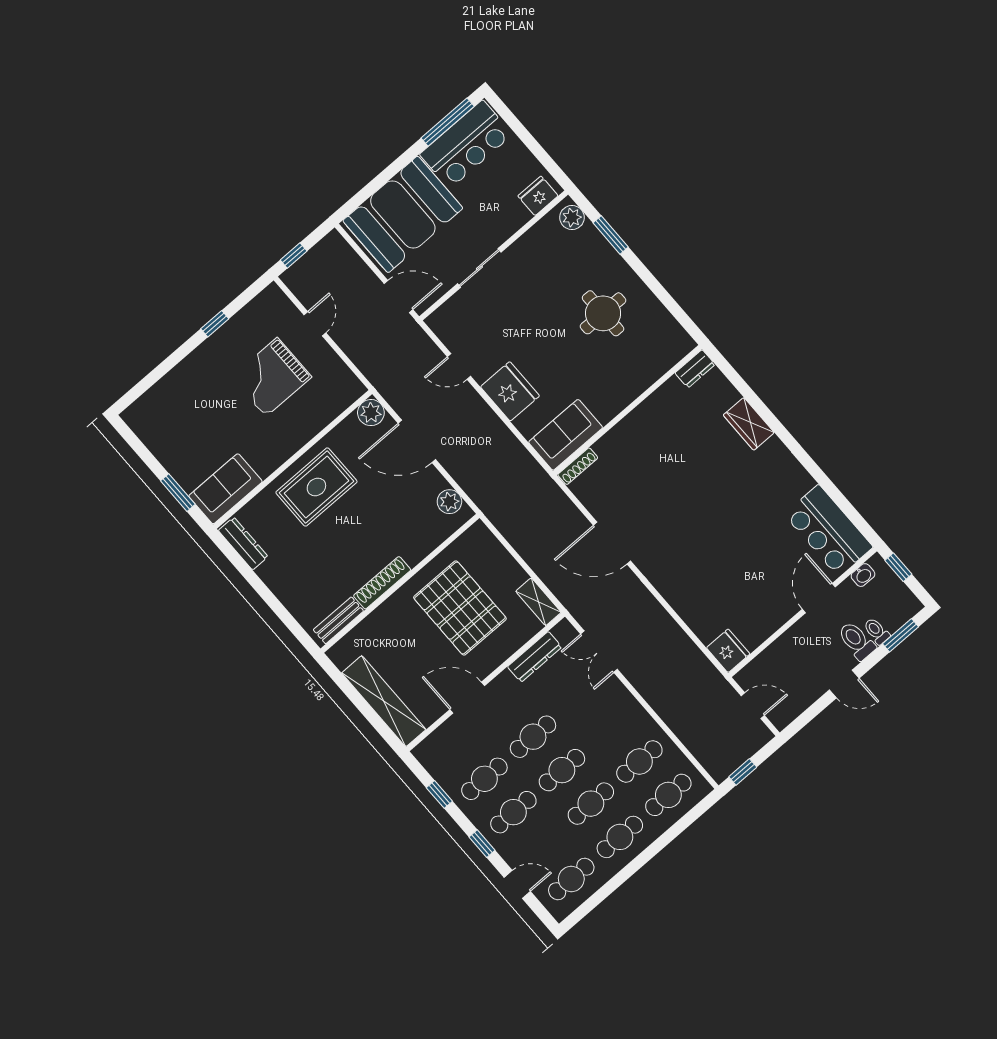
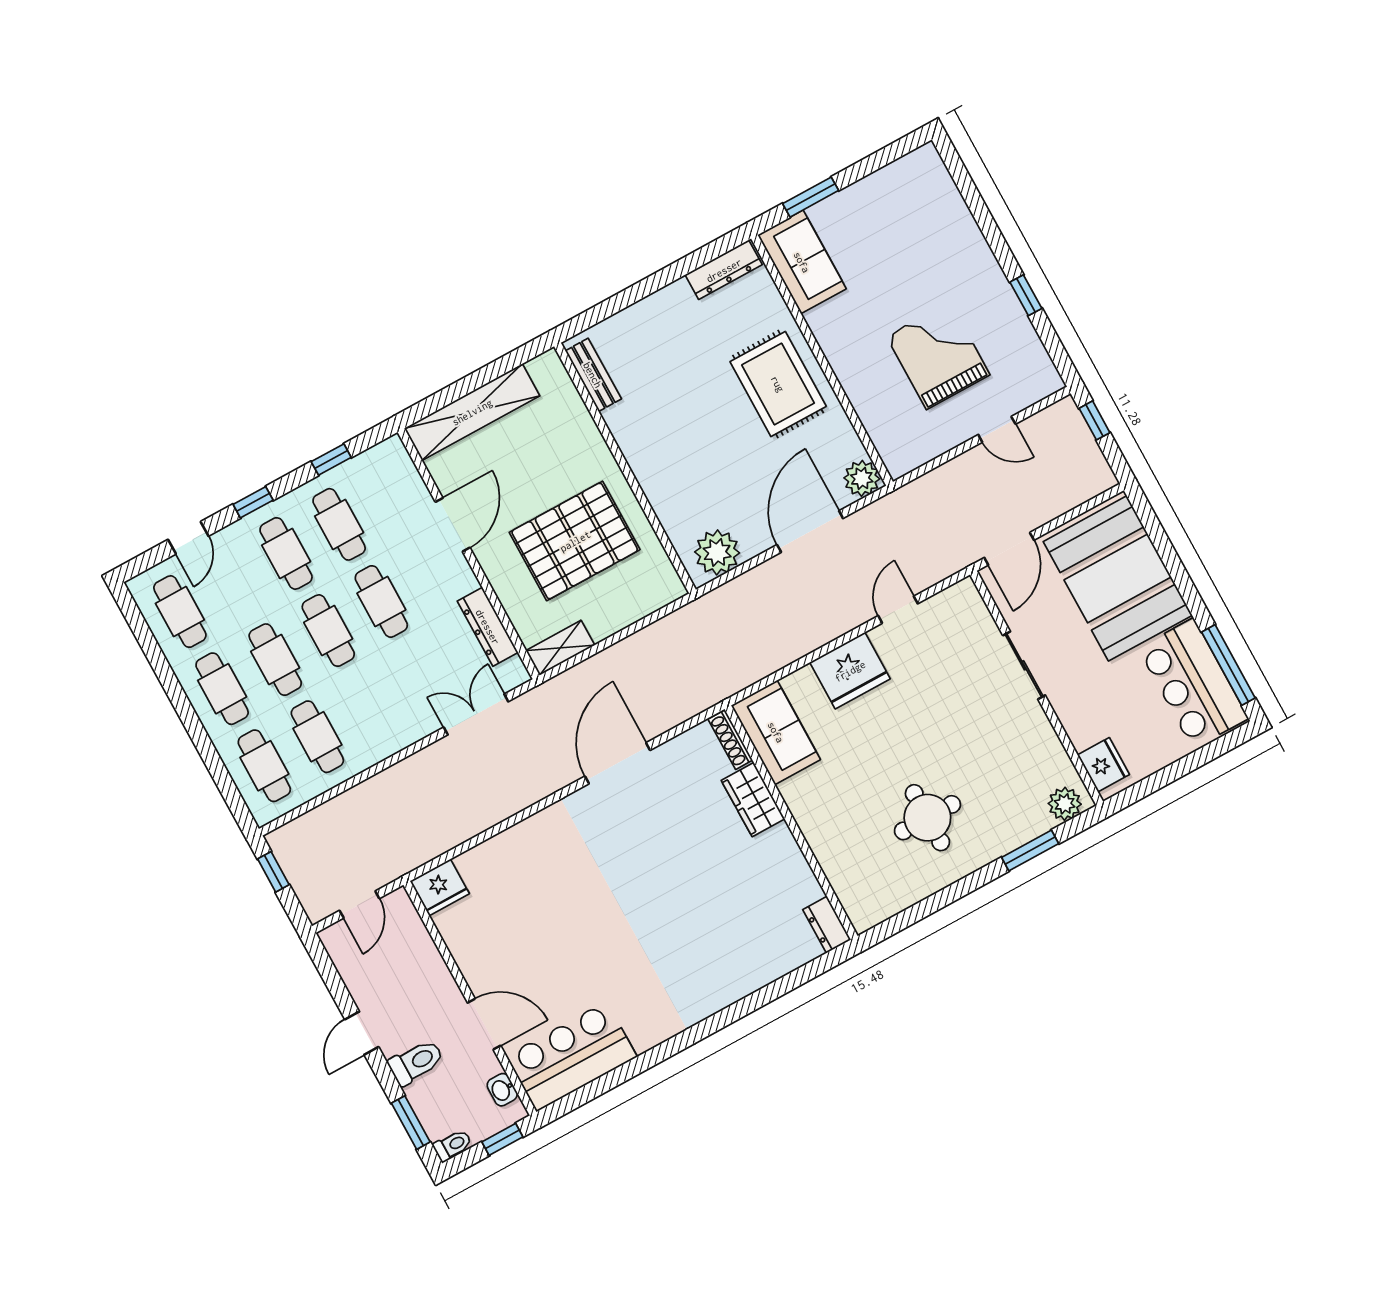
wardrobe: (749, 424) -> (753, 800), moved, turned -90
plant: (449, 502) -> (717, 552), width x1.36, depth x1.36
shoe rack: (382, 583) -> (631, 444), removed
toilet: (877, 631) -> (452, 1145), moved

